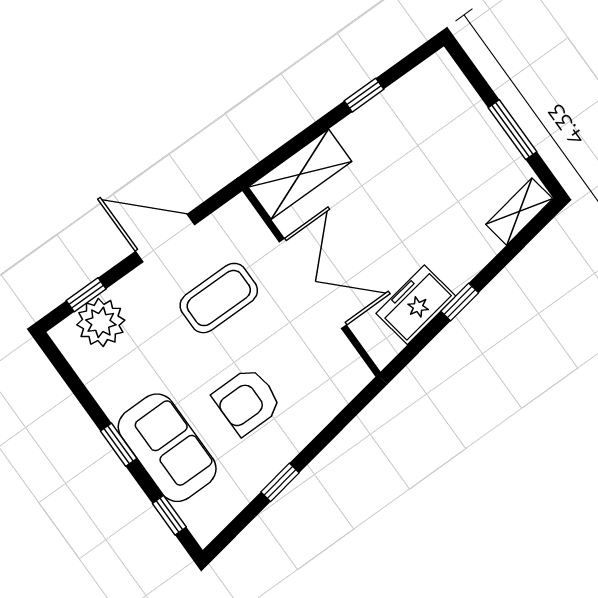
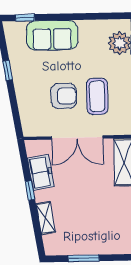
shelving: (519, 212) -> (46, 218), moved
armchair: (247, 401) -> (64, 96), moved, turned 90
window: (119, 445) -> (66, 17), removed

